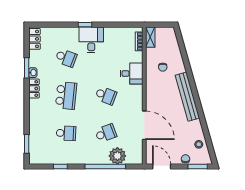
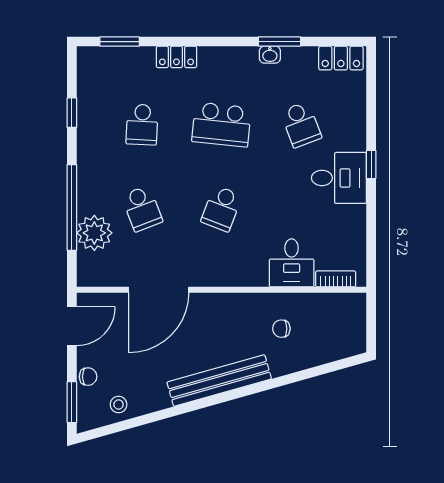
shelving: (150, 37) -> (345, 302), removed
school desk: (66, 58) -> (301, 125), turned -42
desk: (132, 73) -> (292, 263), moved
locker: (34, 89) -> (176, 57), moved

